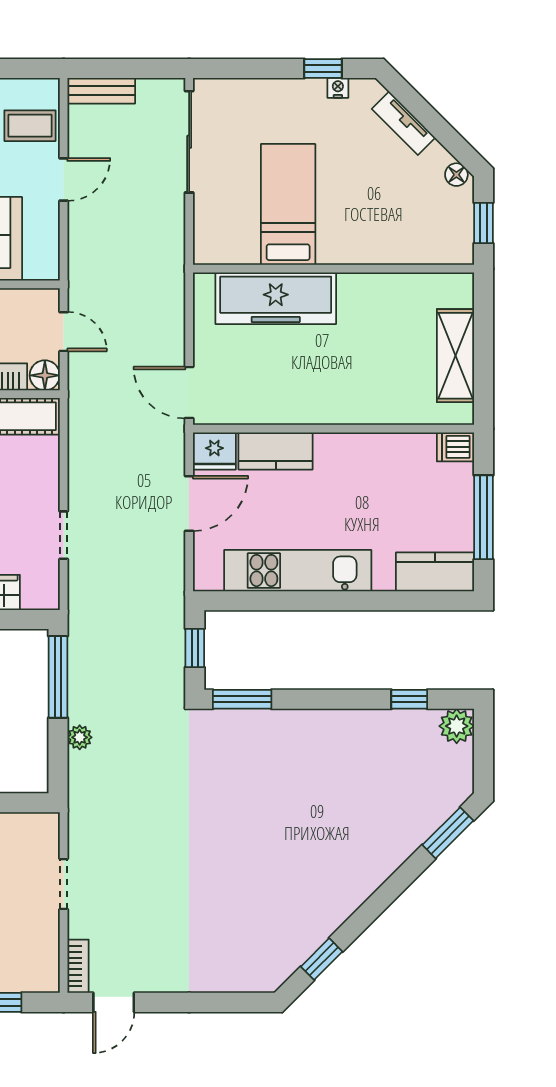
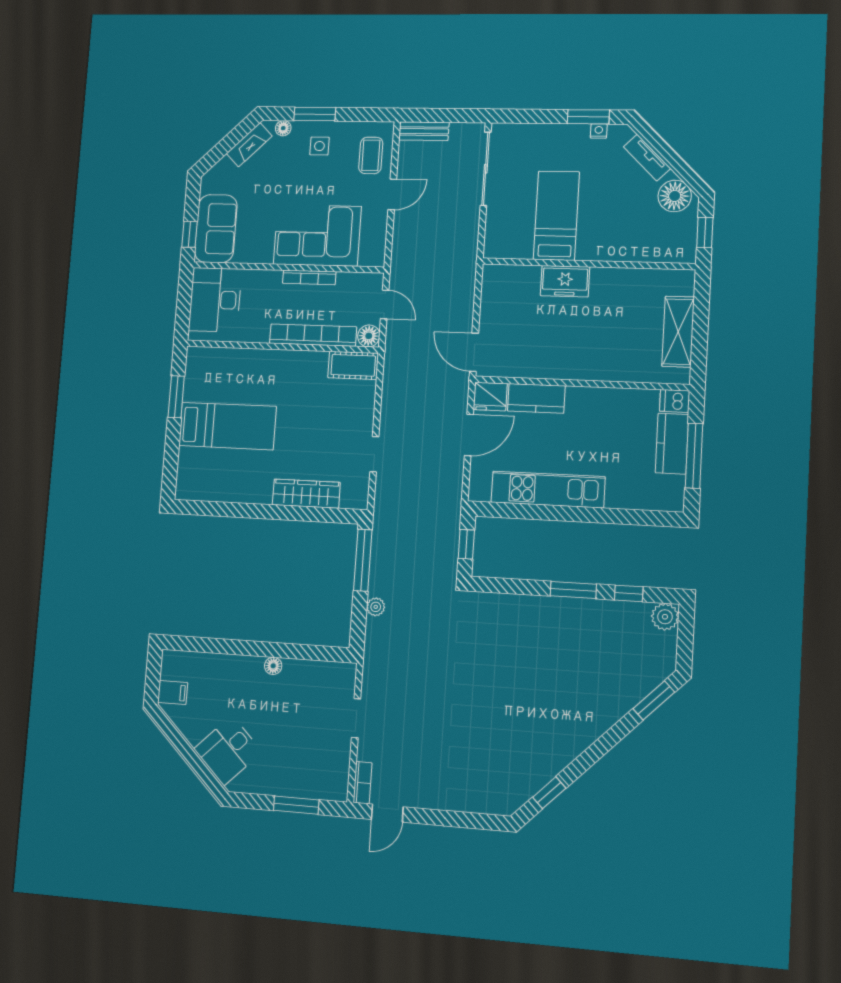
window: (323, 68) -> (588, 117), width x1.50
coffee table: (30, 126) -> (371, 155), turned 90
floor lamp: (456, 175) -> (675, 196), width x1.89, depth x1.89
freezer: (276, 298) -> (565, 281), width x0.52, depth x0.79
kitchen counter: (435, 572) -> (672, 444), moved, turned -90
window: (242, 699) -> (573, 590), moved

